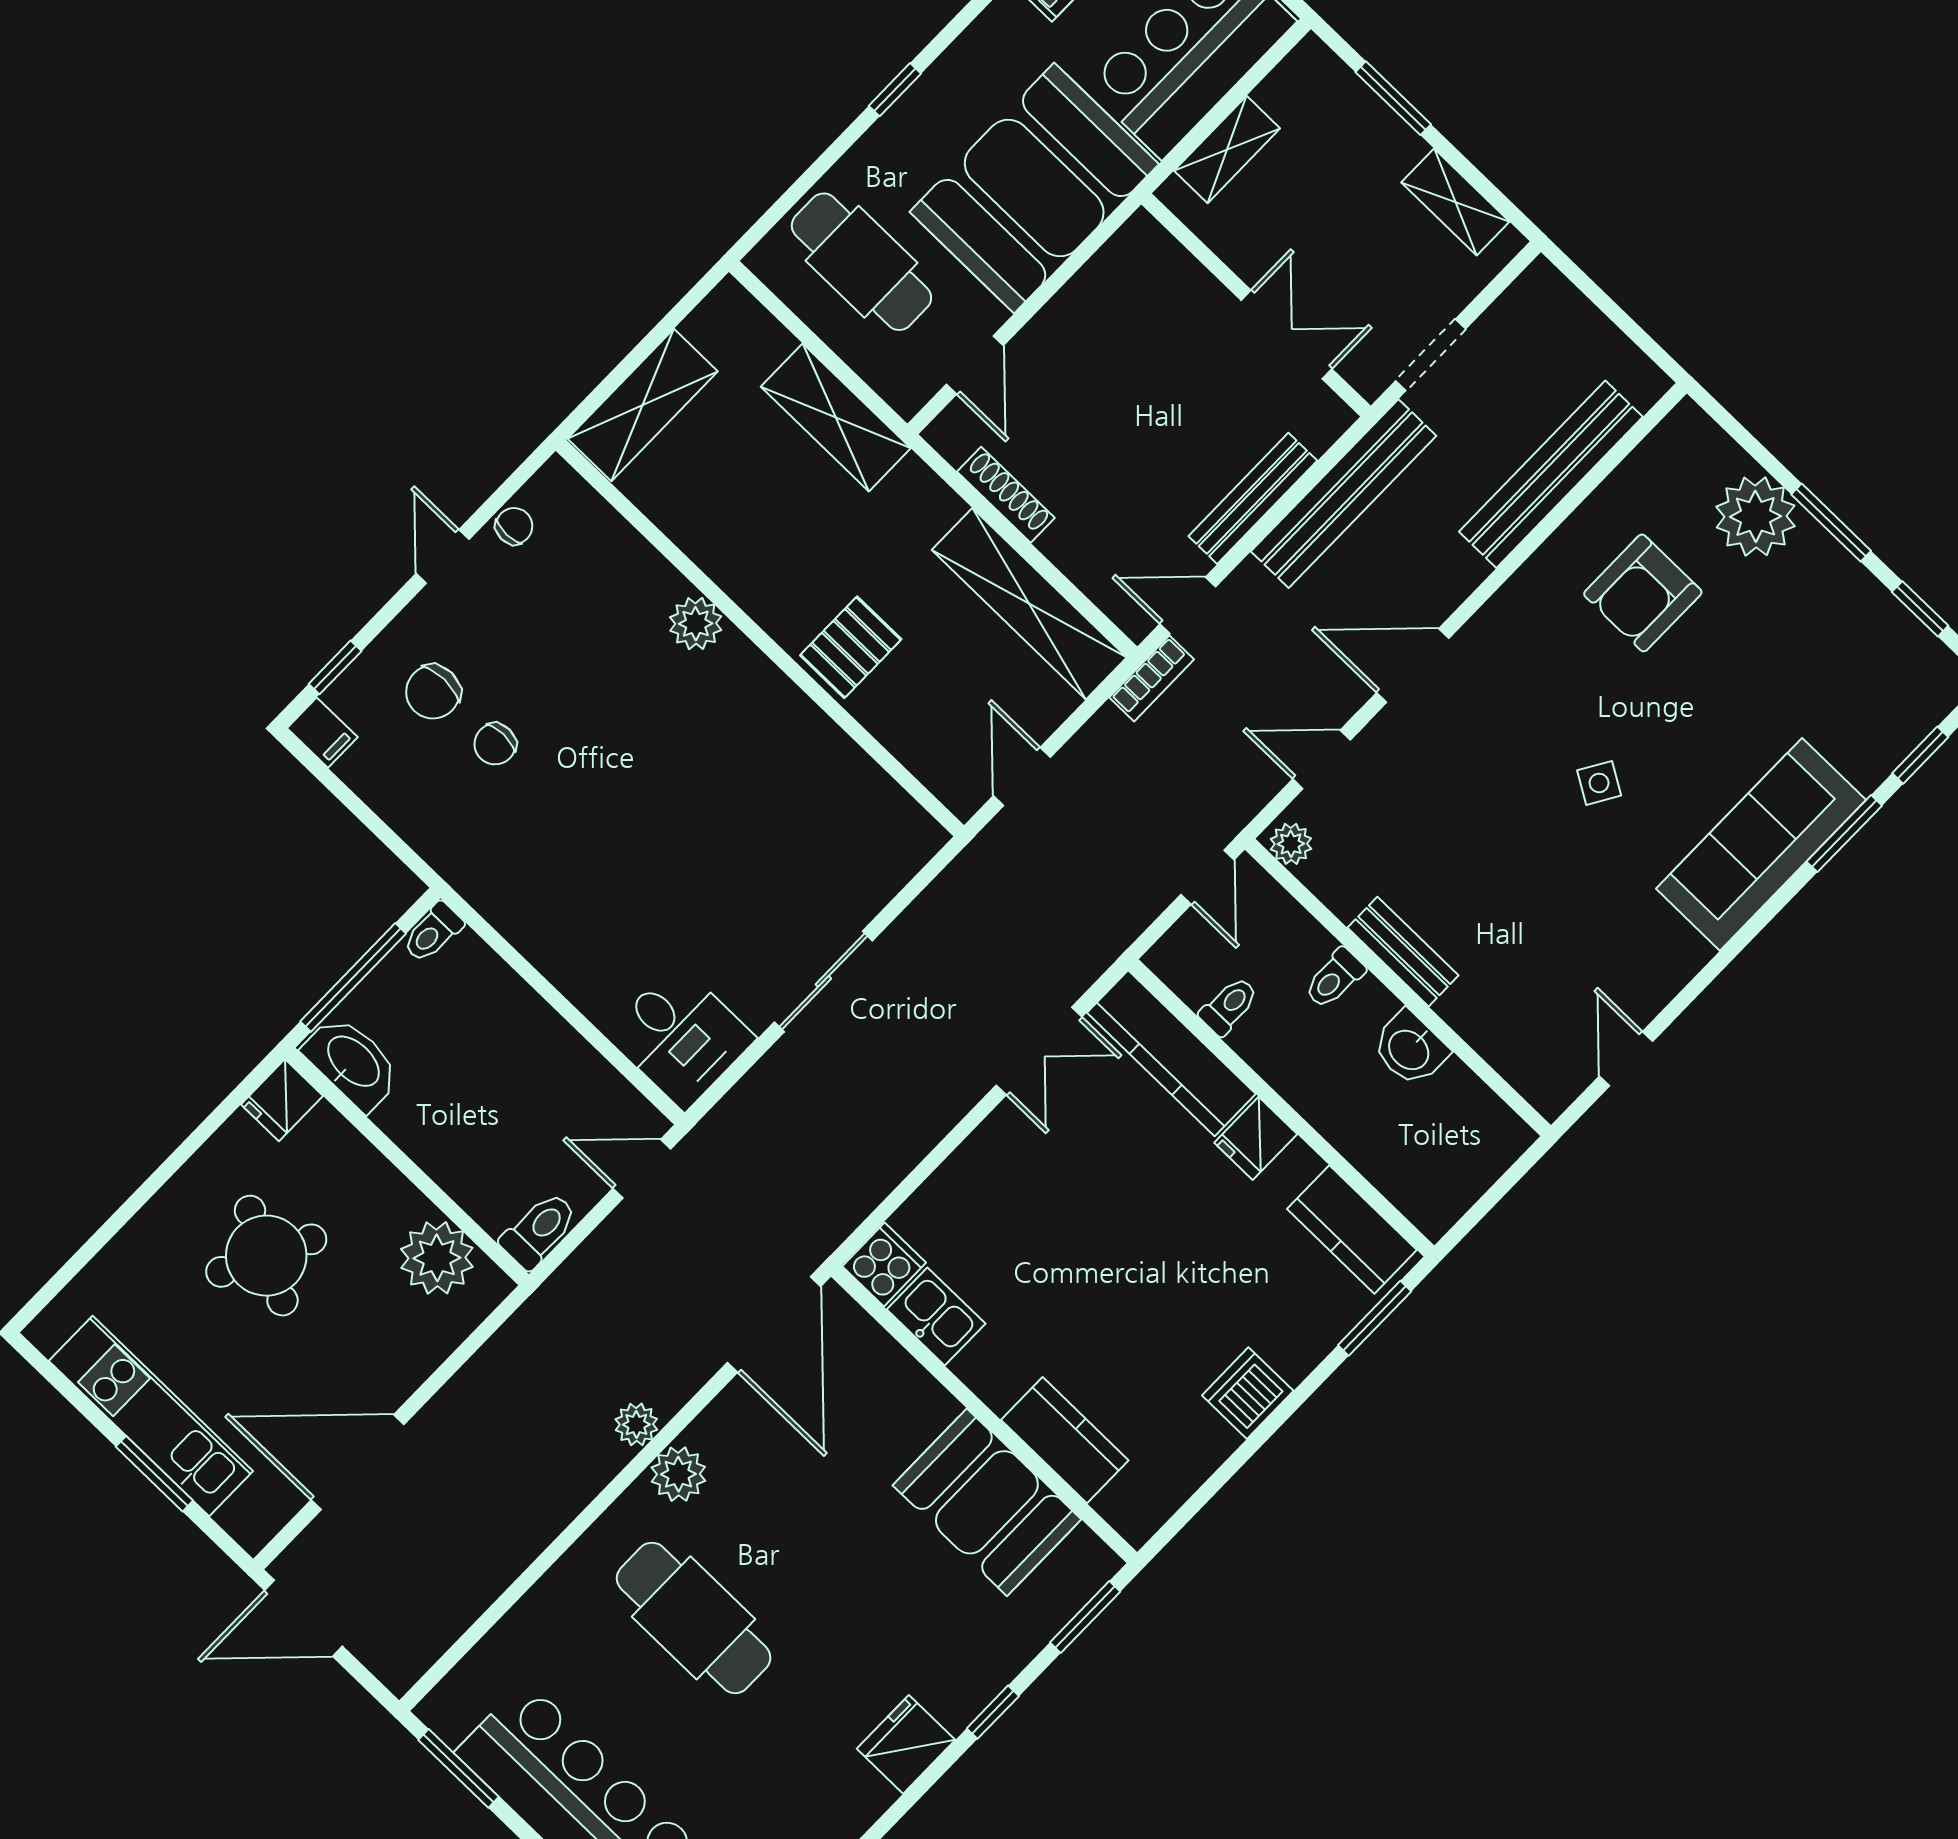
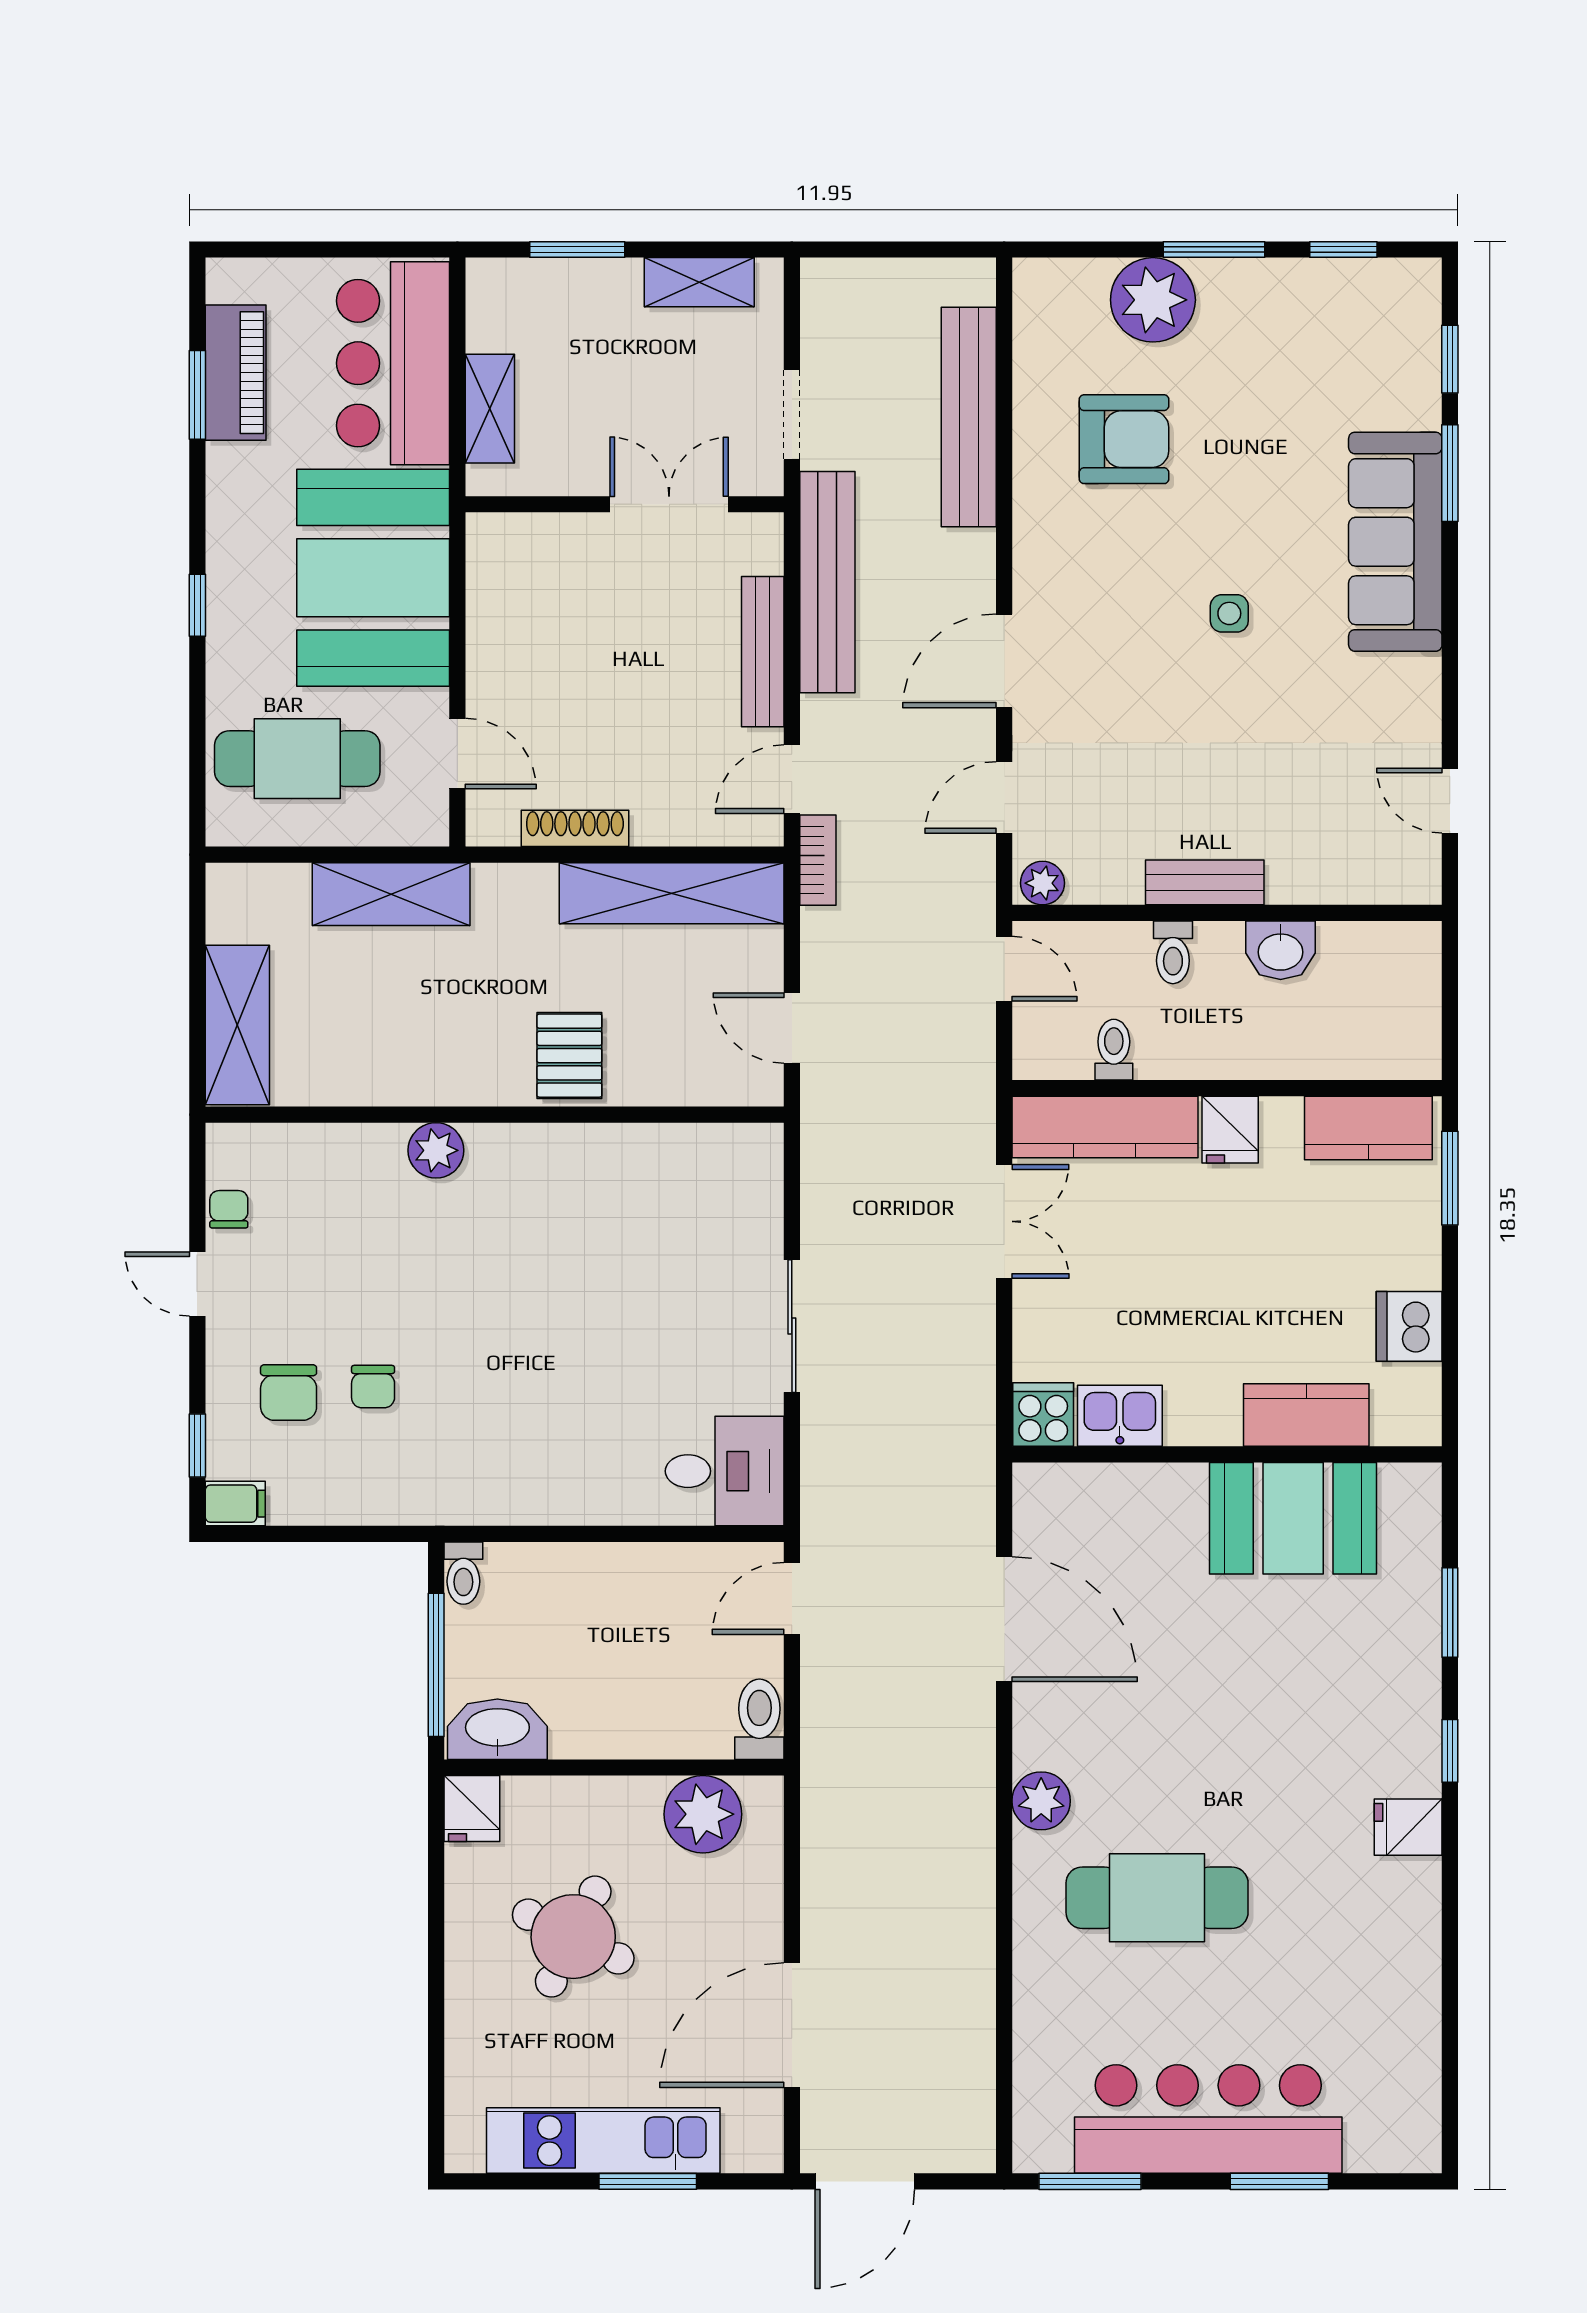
armchair: (1643, 593) -> (1124, 439), turned -90
side table: (1599, 783) -> (1229, 613), turned -31
cooker: (884, 1265) -> (1043, 1414), moved
kitchen sink: (936, 1316) -> (1120, 1416), moved
wall: (984, 1414) -> (1227, 1454), moved
plant: (636, 1424) -> (974, 1794), removed
kitchen counter: (1065, 1440) -> (1306, 1415), moved
booth: (987, 1502) -> (1293, 1518), moved
fridge: (906, 1744) -> (1408, 1827), width x0.72

